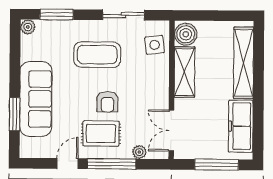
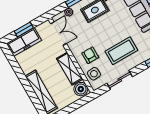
armchair: (107, 102) -> (90, 55), moved
freezer: (241, 126) -> (24, 42), moved, turned 90
window: (217, 165) -> (24, 30), width x0.69

